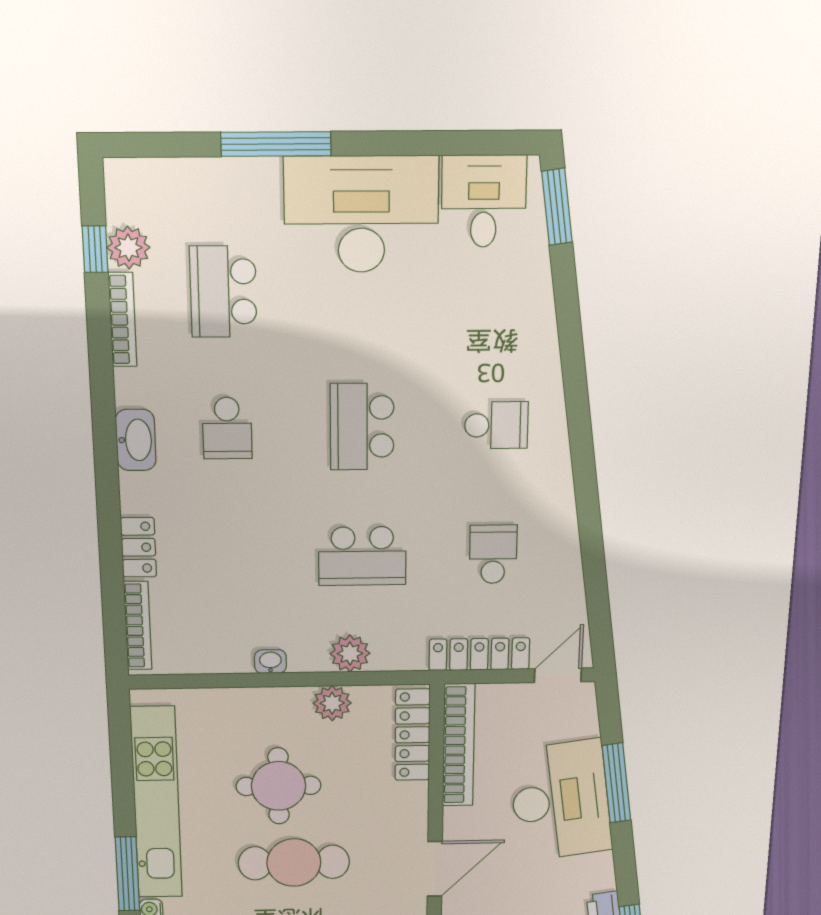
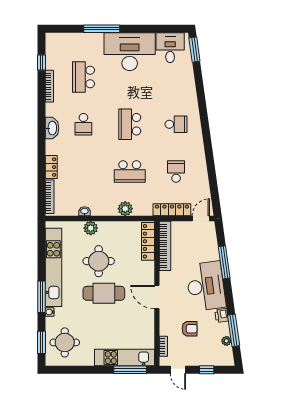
plant: (128, 248) -> (52, 62), removed
washbasin: (270, 662) -> (84, 211), moved
plant: (332, 703) -> (91, 228), moved
desk: (560, 800) -> (206, 286), moved
door: (435, 869) -> (157, 297), swing flipped

